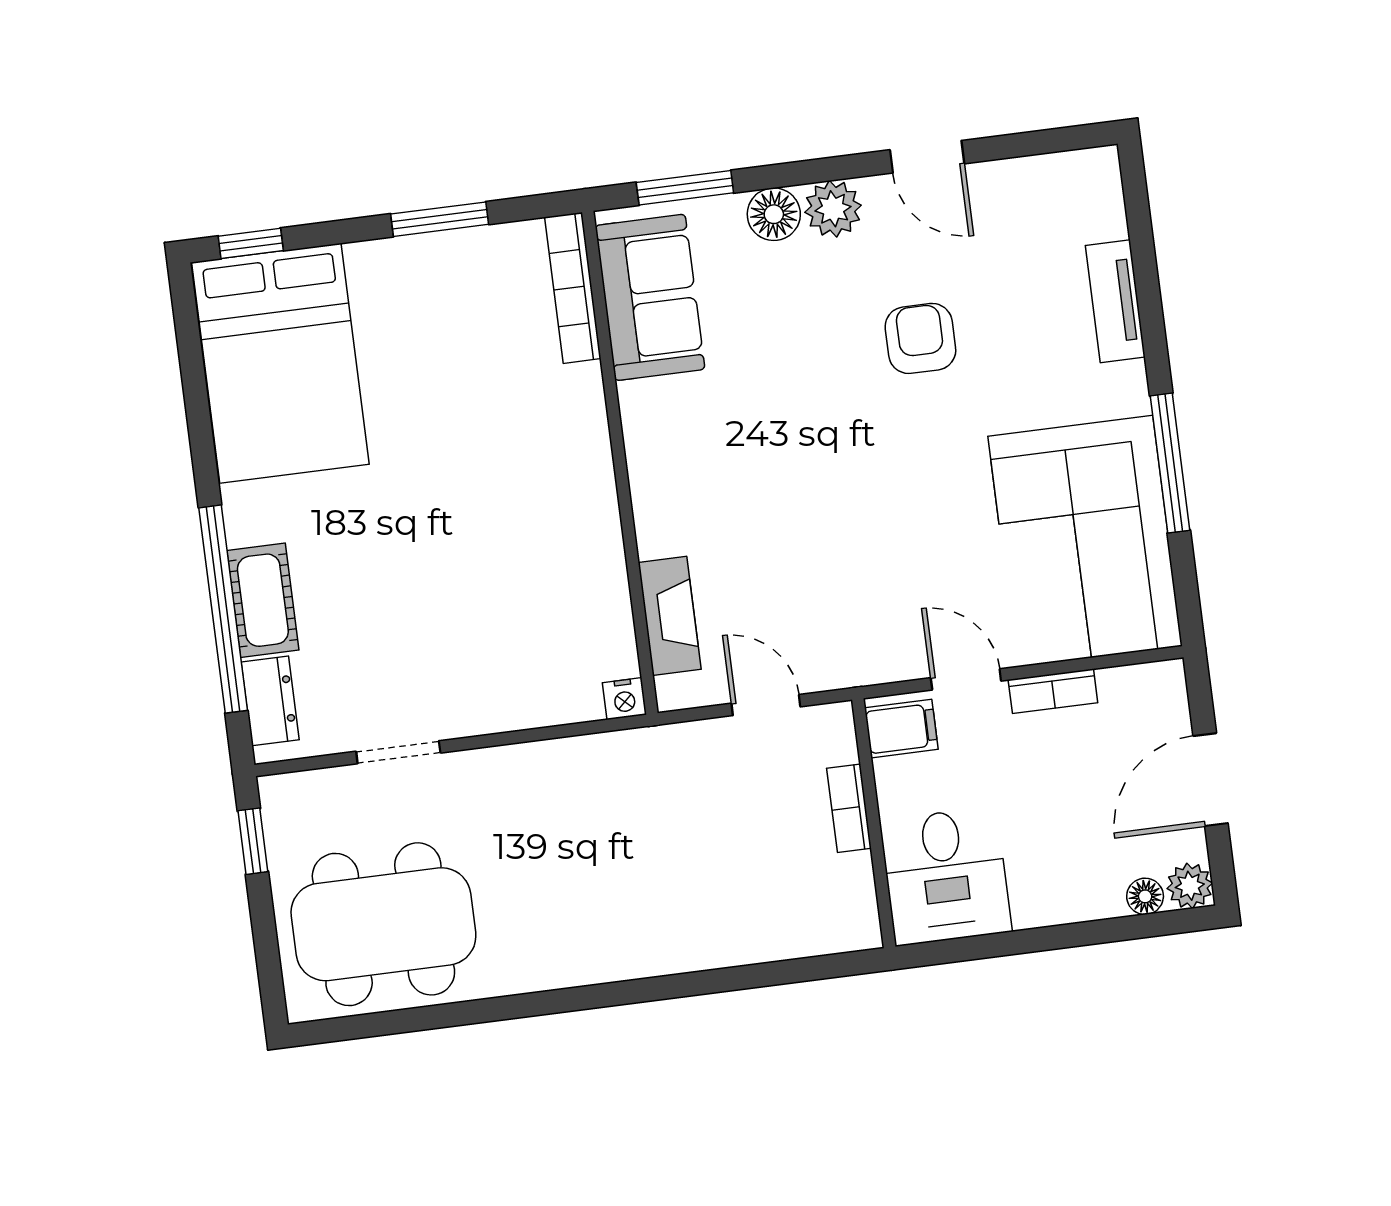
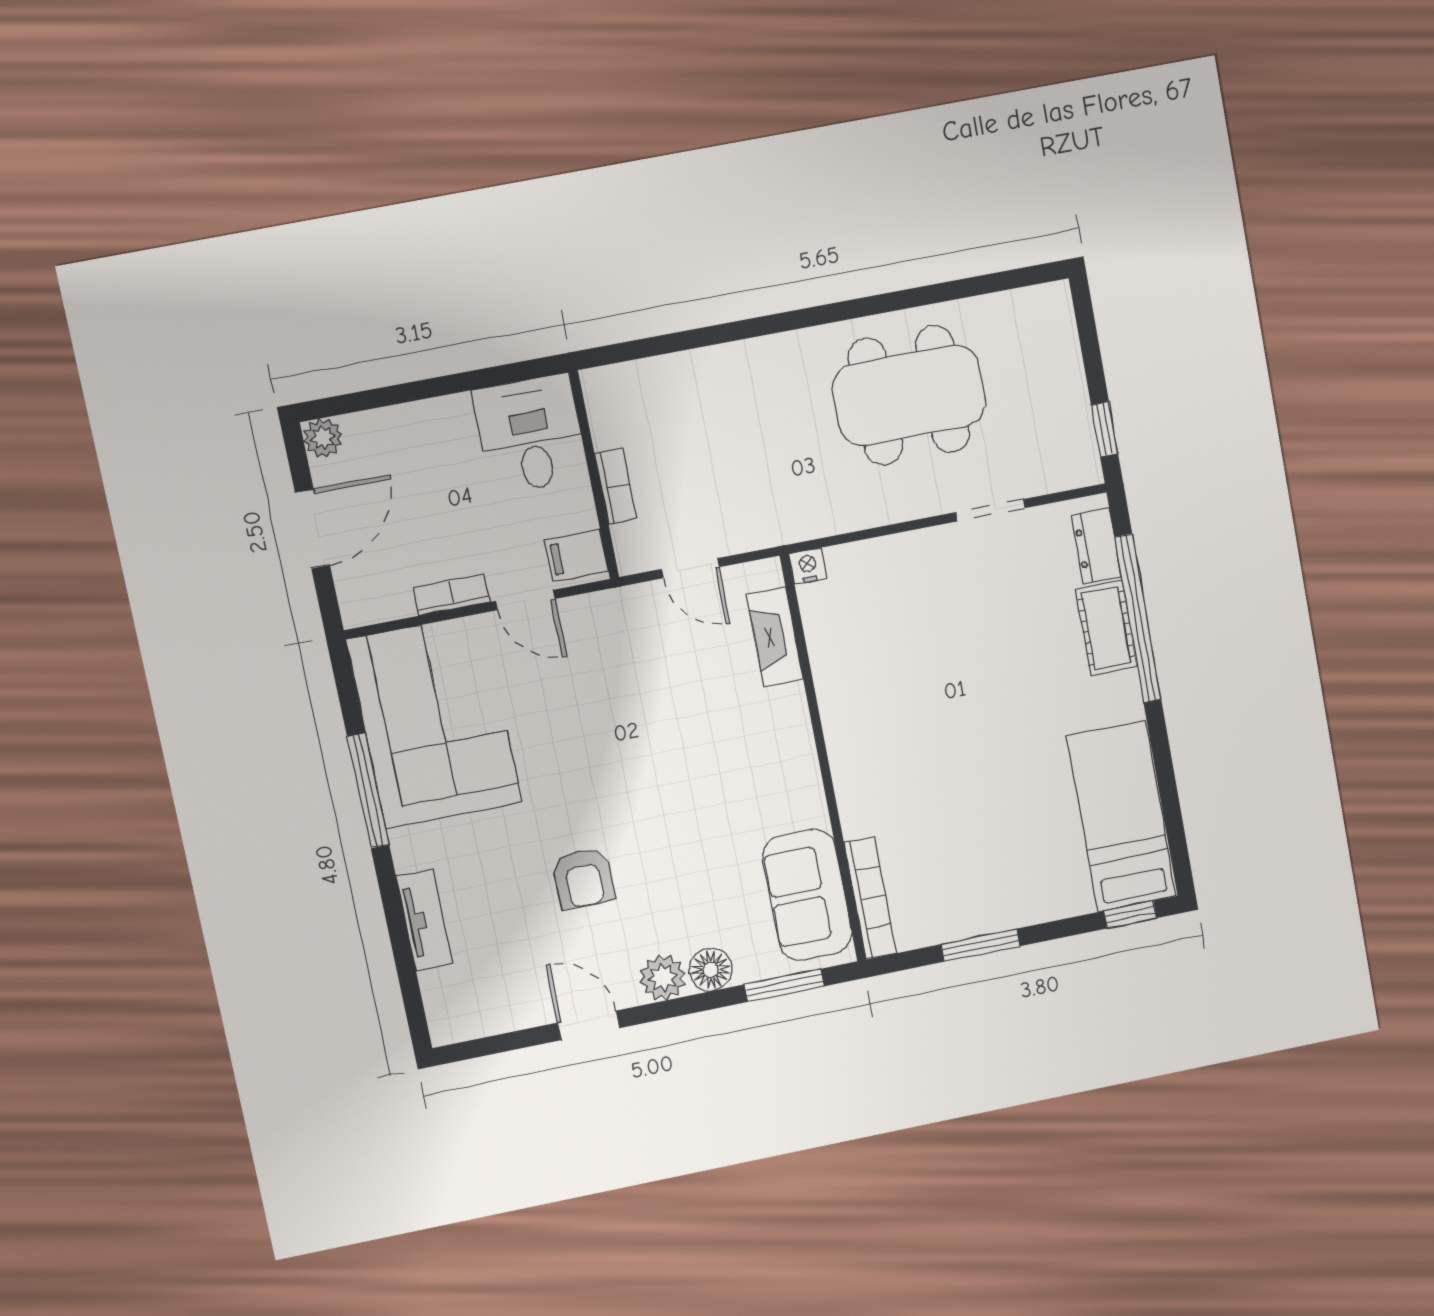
bed: (280, 363) -> (1122, 816), width x0.67
floor lamp: (1145, 896) -> (360, 427), removed
dining table: (383, 924) -> (909, 395), moved

